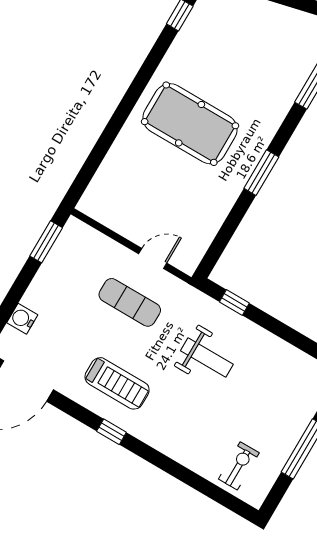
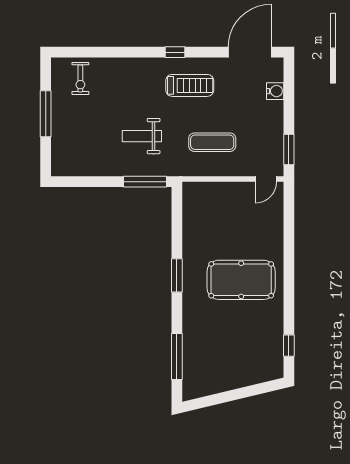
door: (153, 258) -> (266, 179), moved
window: (234, 303) -> (145, 182), width x2.17
treadmill: (117, 383) -> (190, 85), turned 180

